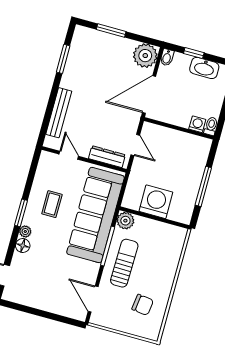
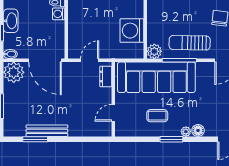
bench: (59, 113) -> (47, 131), moved
dresser: (107, 157) -> (106, 76), width x0.70

